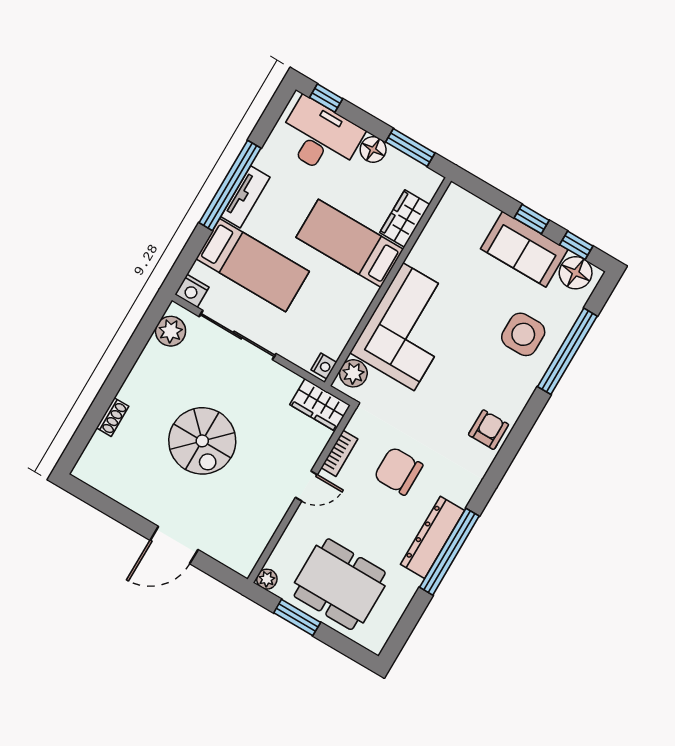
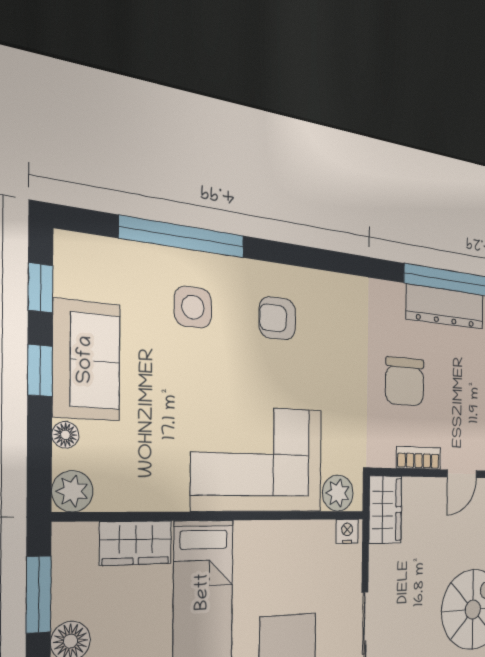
plant: (456, 199) -> (72, 491), added
floor lamp: (576, 273) -> (65, 435), moved, width x0.53, depth x0.53
side table: (523, 334) -> (193, 307), width x0.73, depth x0.73
armchair: (489, 430) -> (277, 318), moved
door: (306, 486) -> (462, 474), swing flipped

